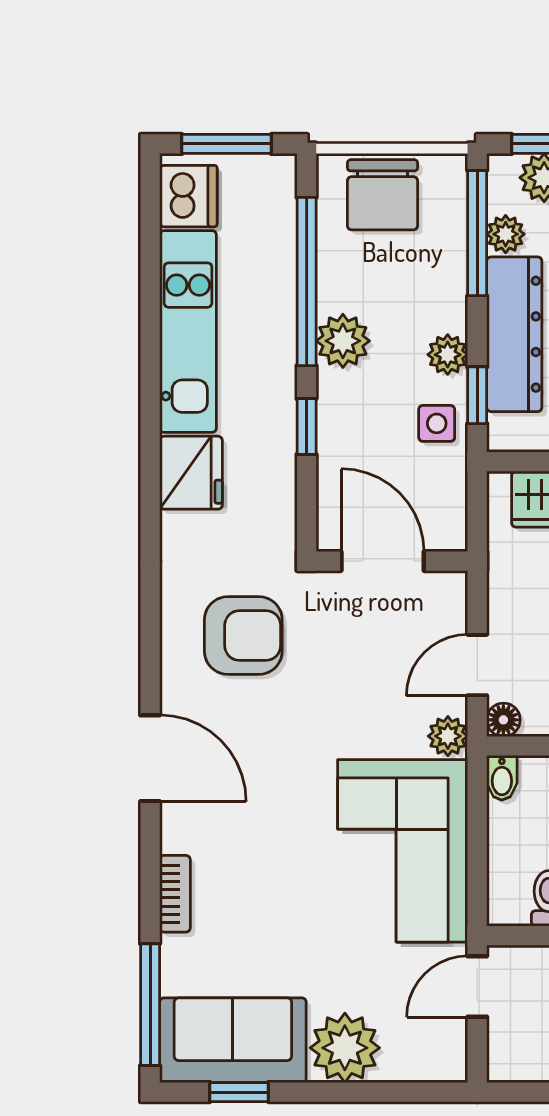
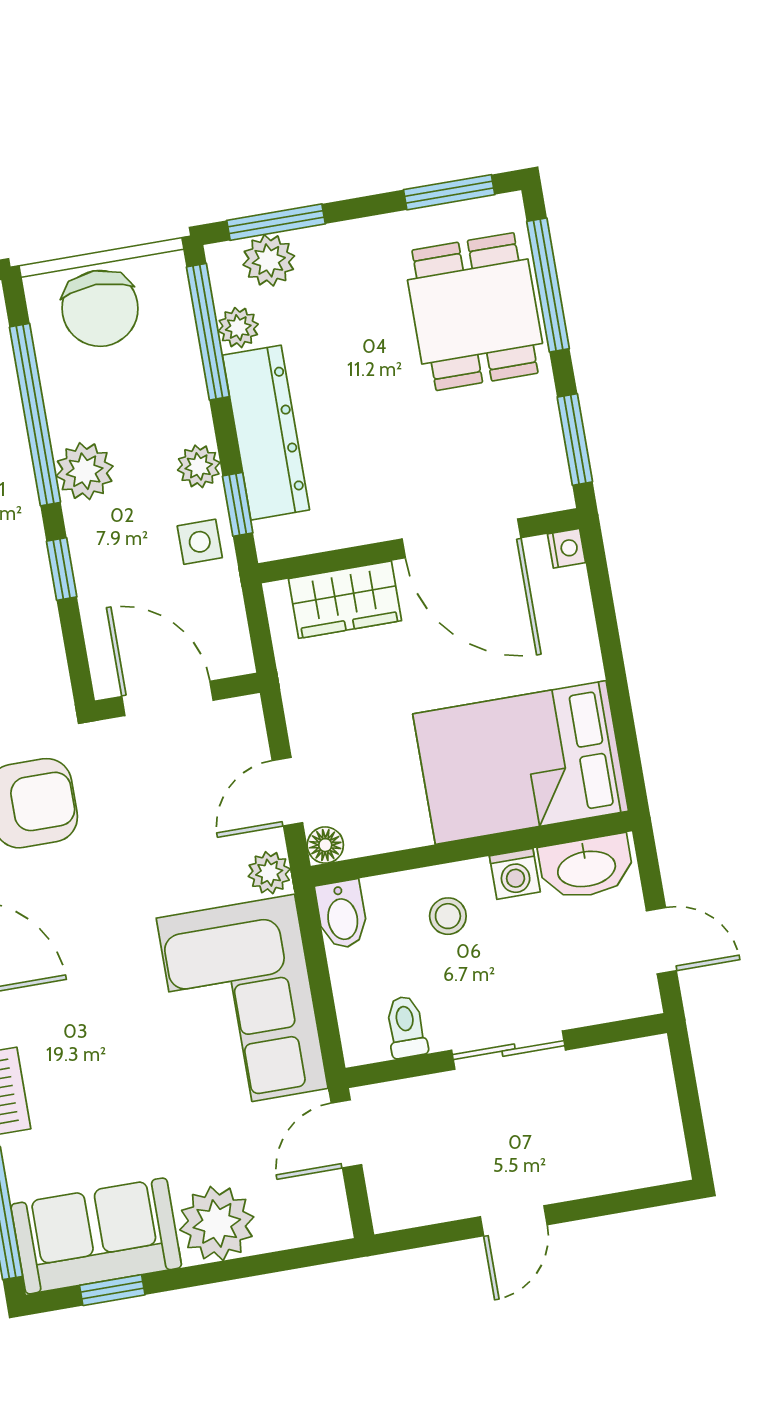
bidet: (502, 778) -> (342, 915), width x1.38, depth x1.36

